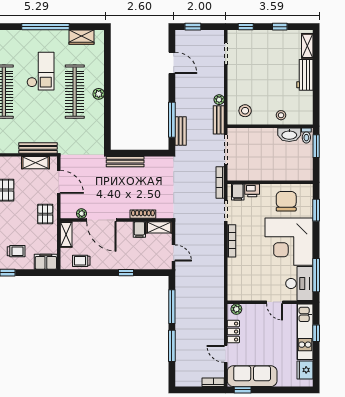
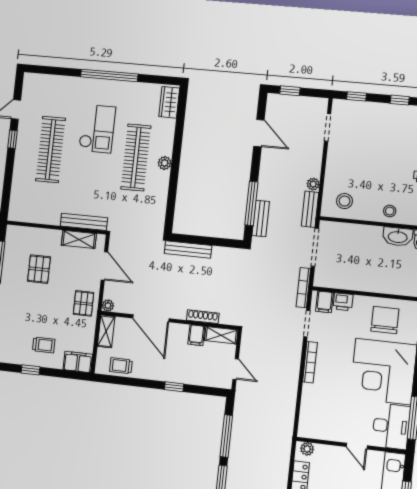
wardrobe: (81, 37) -> (169, 102), moved, turned 90
plant: (81, 214) -> (108, 306), moved

